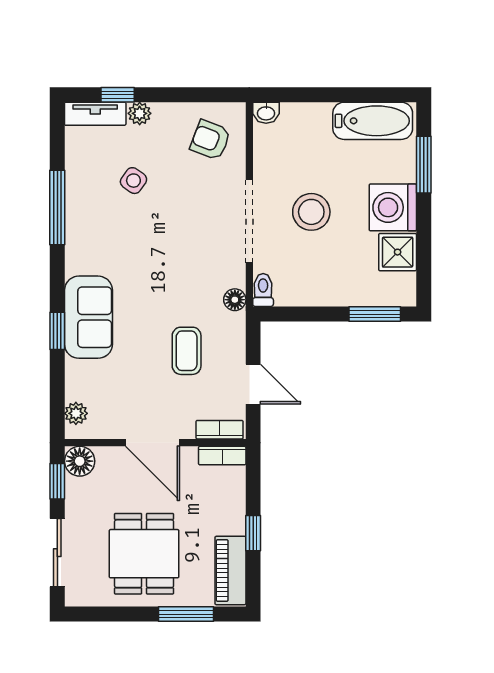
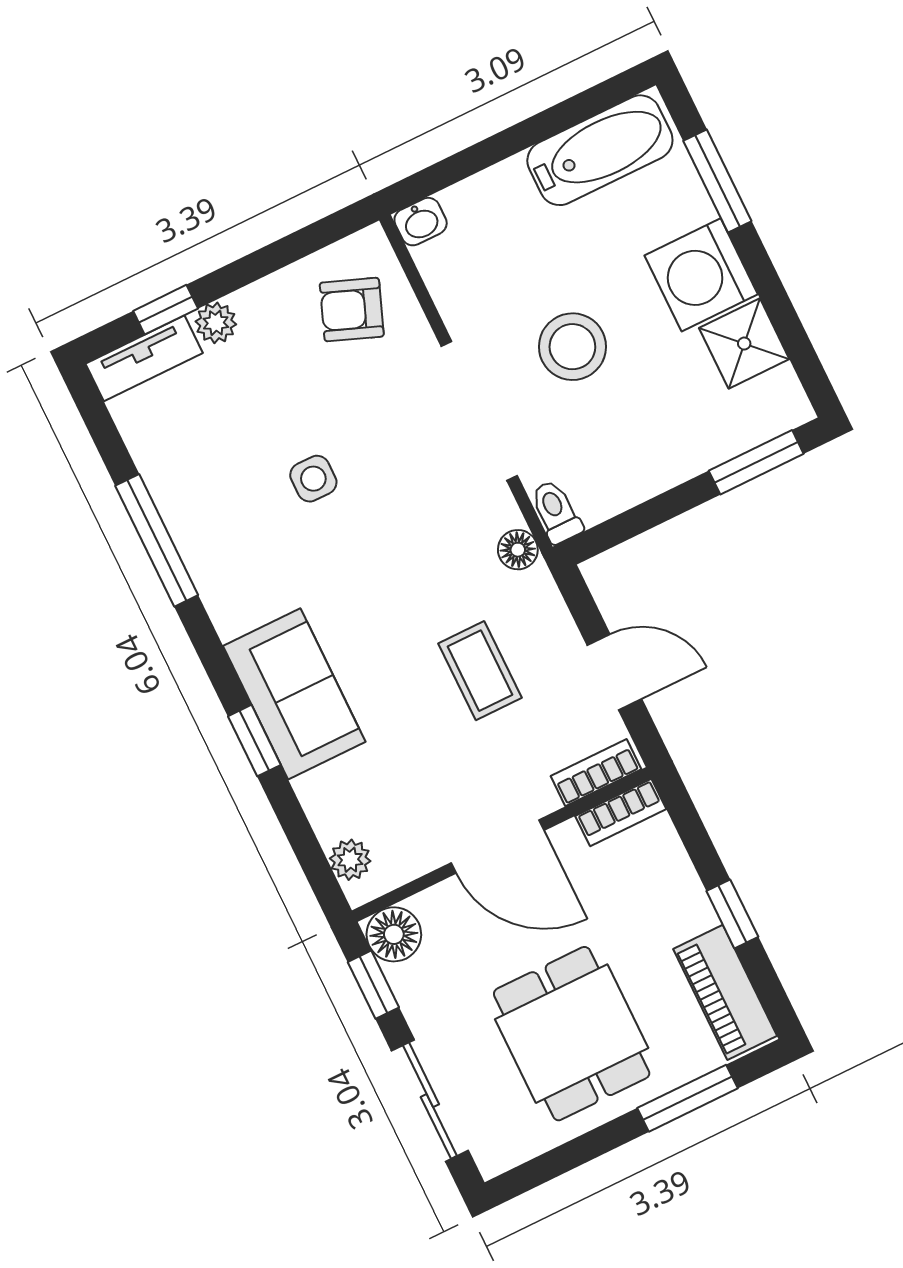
side table: (133, 181) -> (313, 479), moved, turned -35

